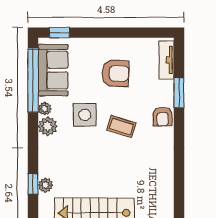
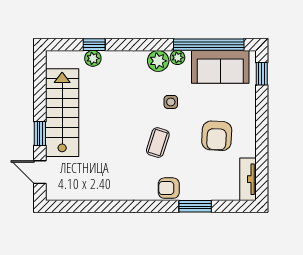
tv unit: (166, 60) -> (248, 179), moved, turned -90
side table: (85, 115) -> (171, 102), width x0.54, depth x0.54

